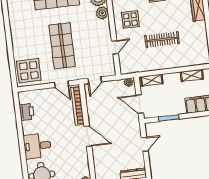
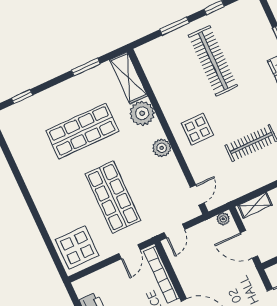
plant: (102, 13) -> (162, 148), moved
door: (115, 47) -> (197, 195), moved
door: (62, 84) -> (129, 252), hinge flipped

